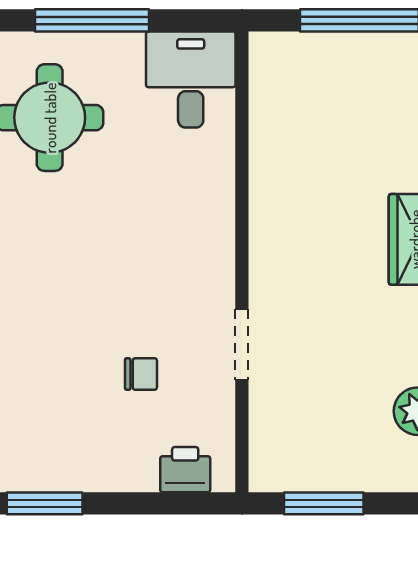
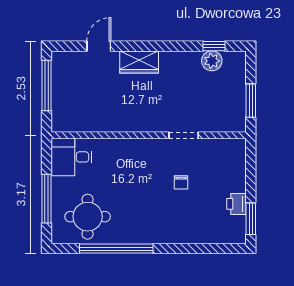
chair: (141, 374) -> (181, 182), moved, turned 180
printer: (185, 470) -> (237, 204), moved

